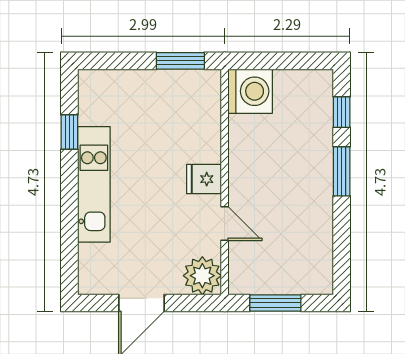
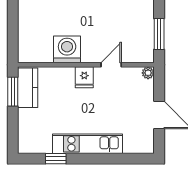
kitchen counter: (187, 86) -> (28, 88), added
washing machine: (250, 91) -> (67, 49), moved
plant: (202, 276) -> (148, 73), width x0.53, depth x0.53

